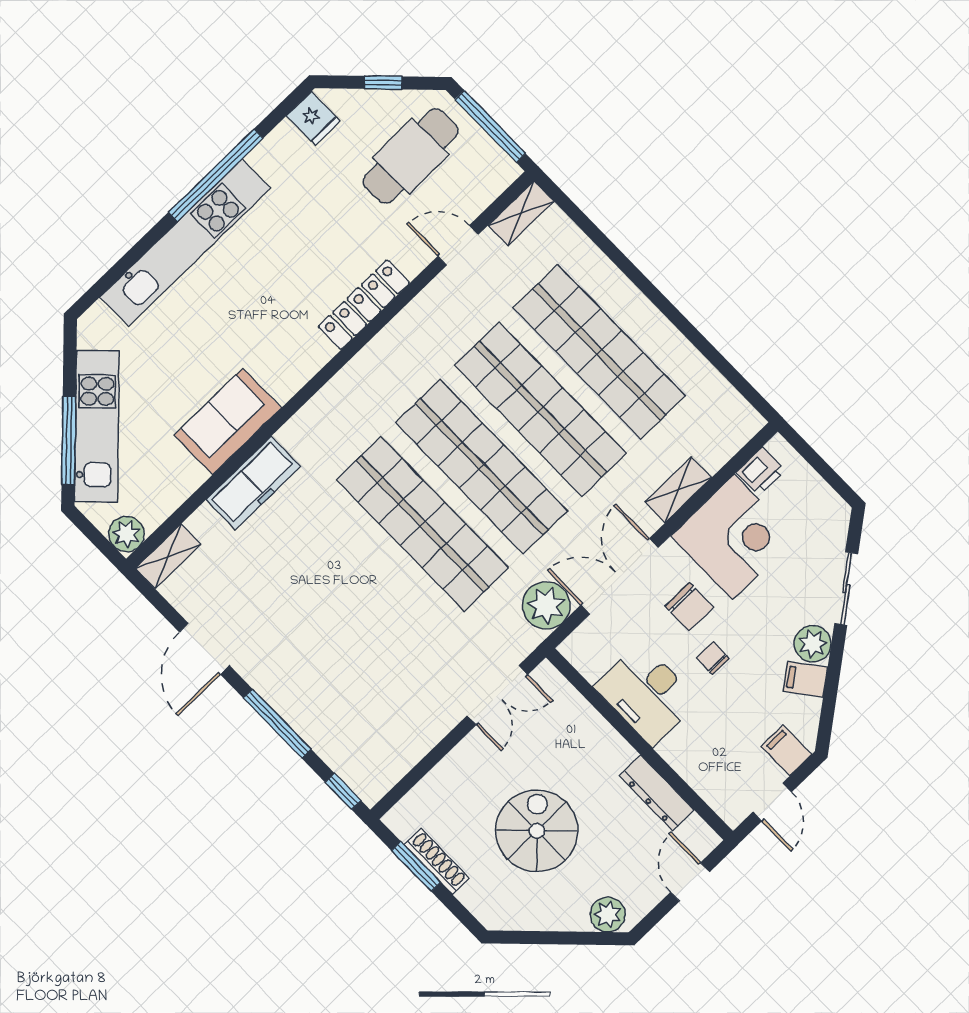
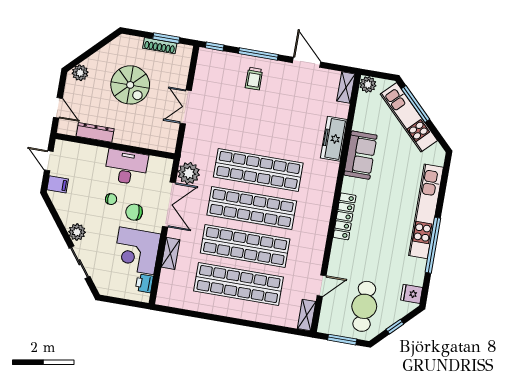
window: (490, 126) -> (342, 340), width x0.69
locker: (364, 305) -> (345, 216), moved
filing cabinet: (805, 679) -> (70, 217), removed
trolley: (316, 687) -> (254, 79), added
double door: (497, 695) -> (186, 107), moved

